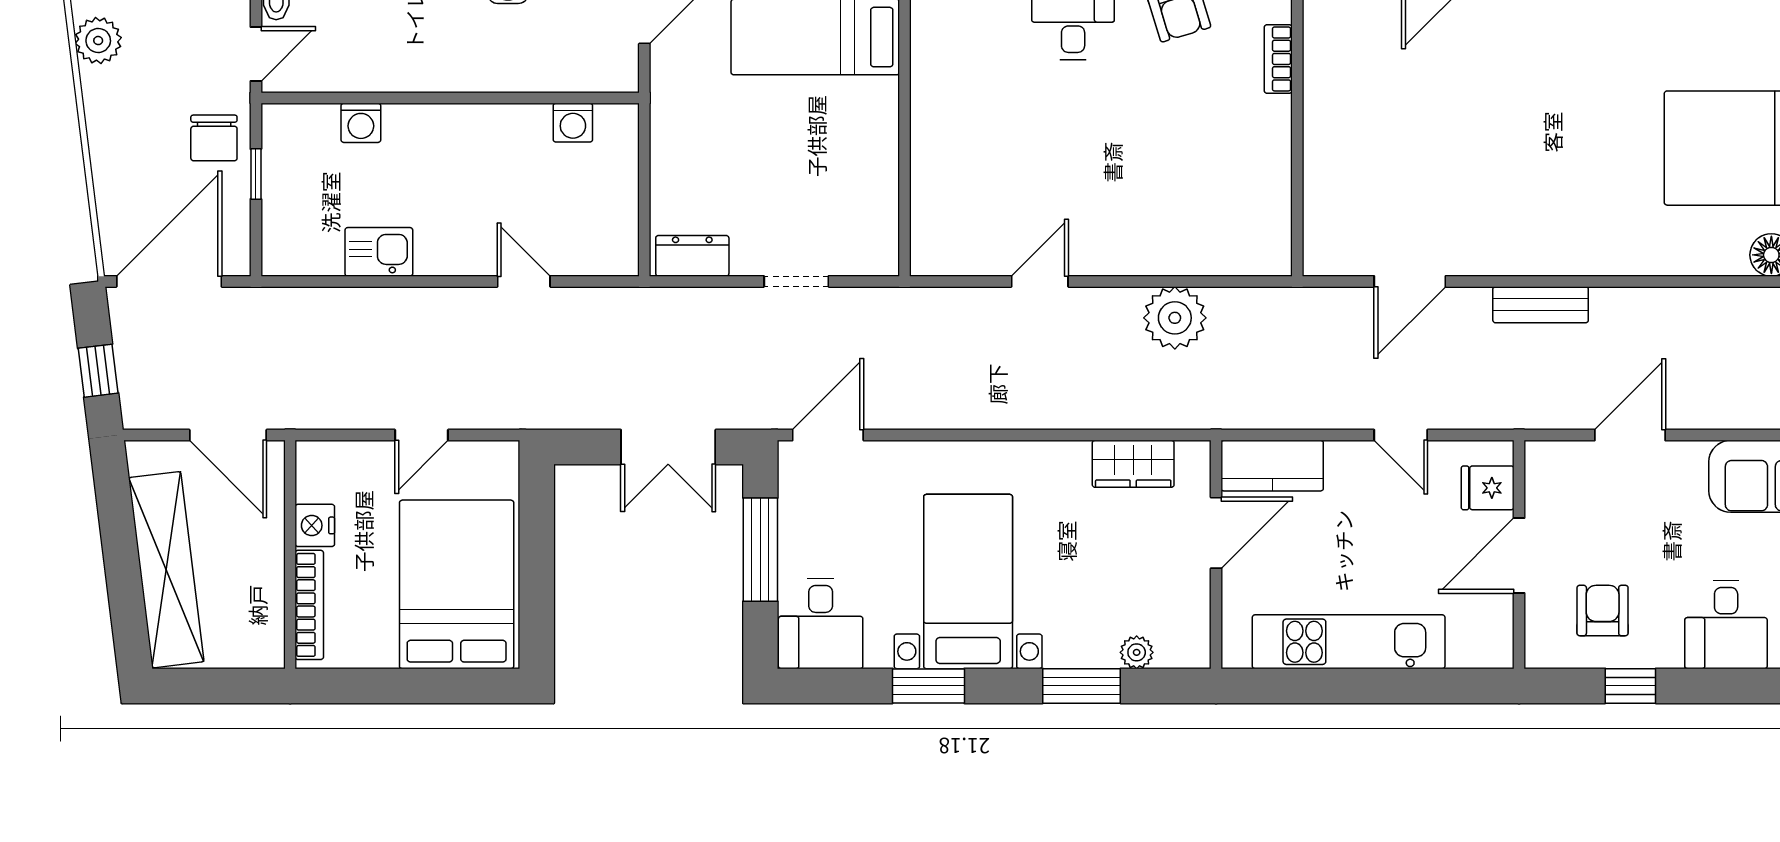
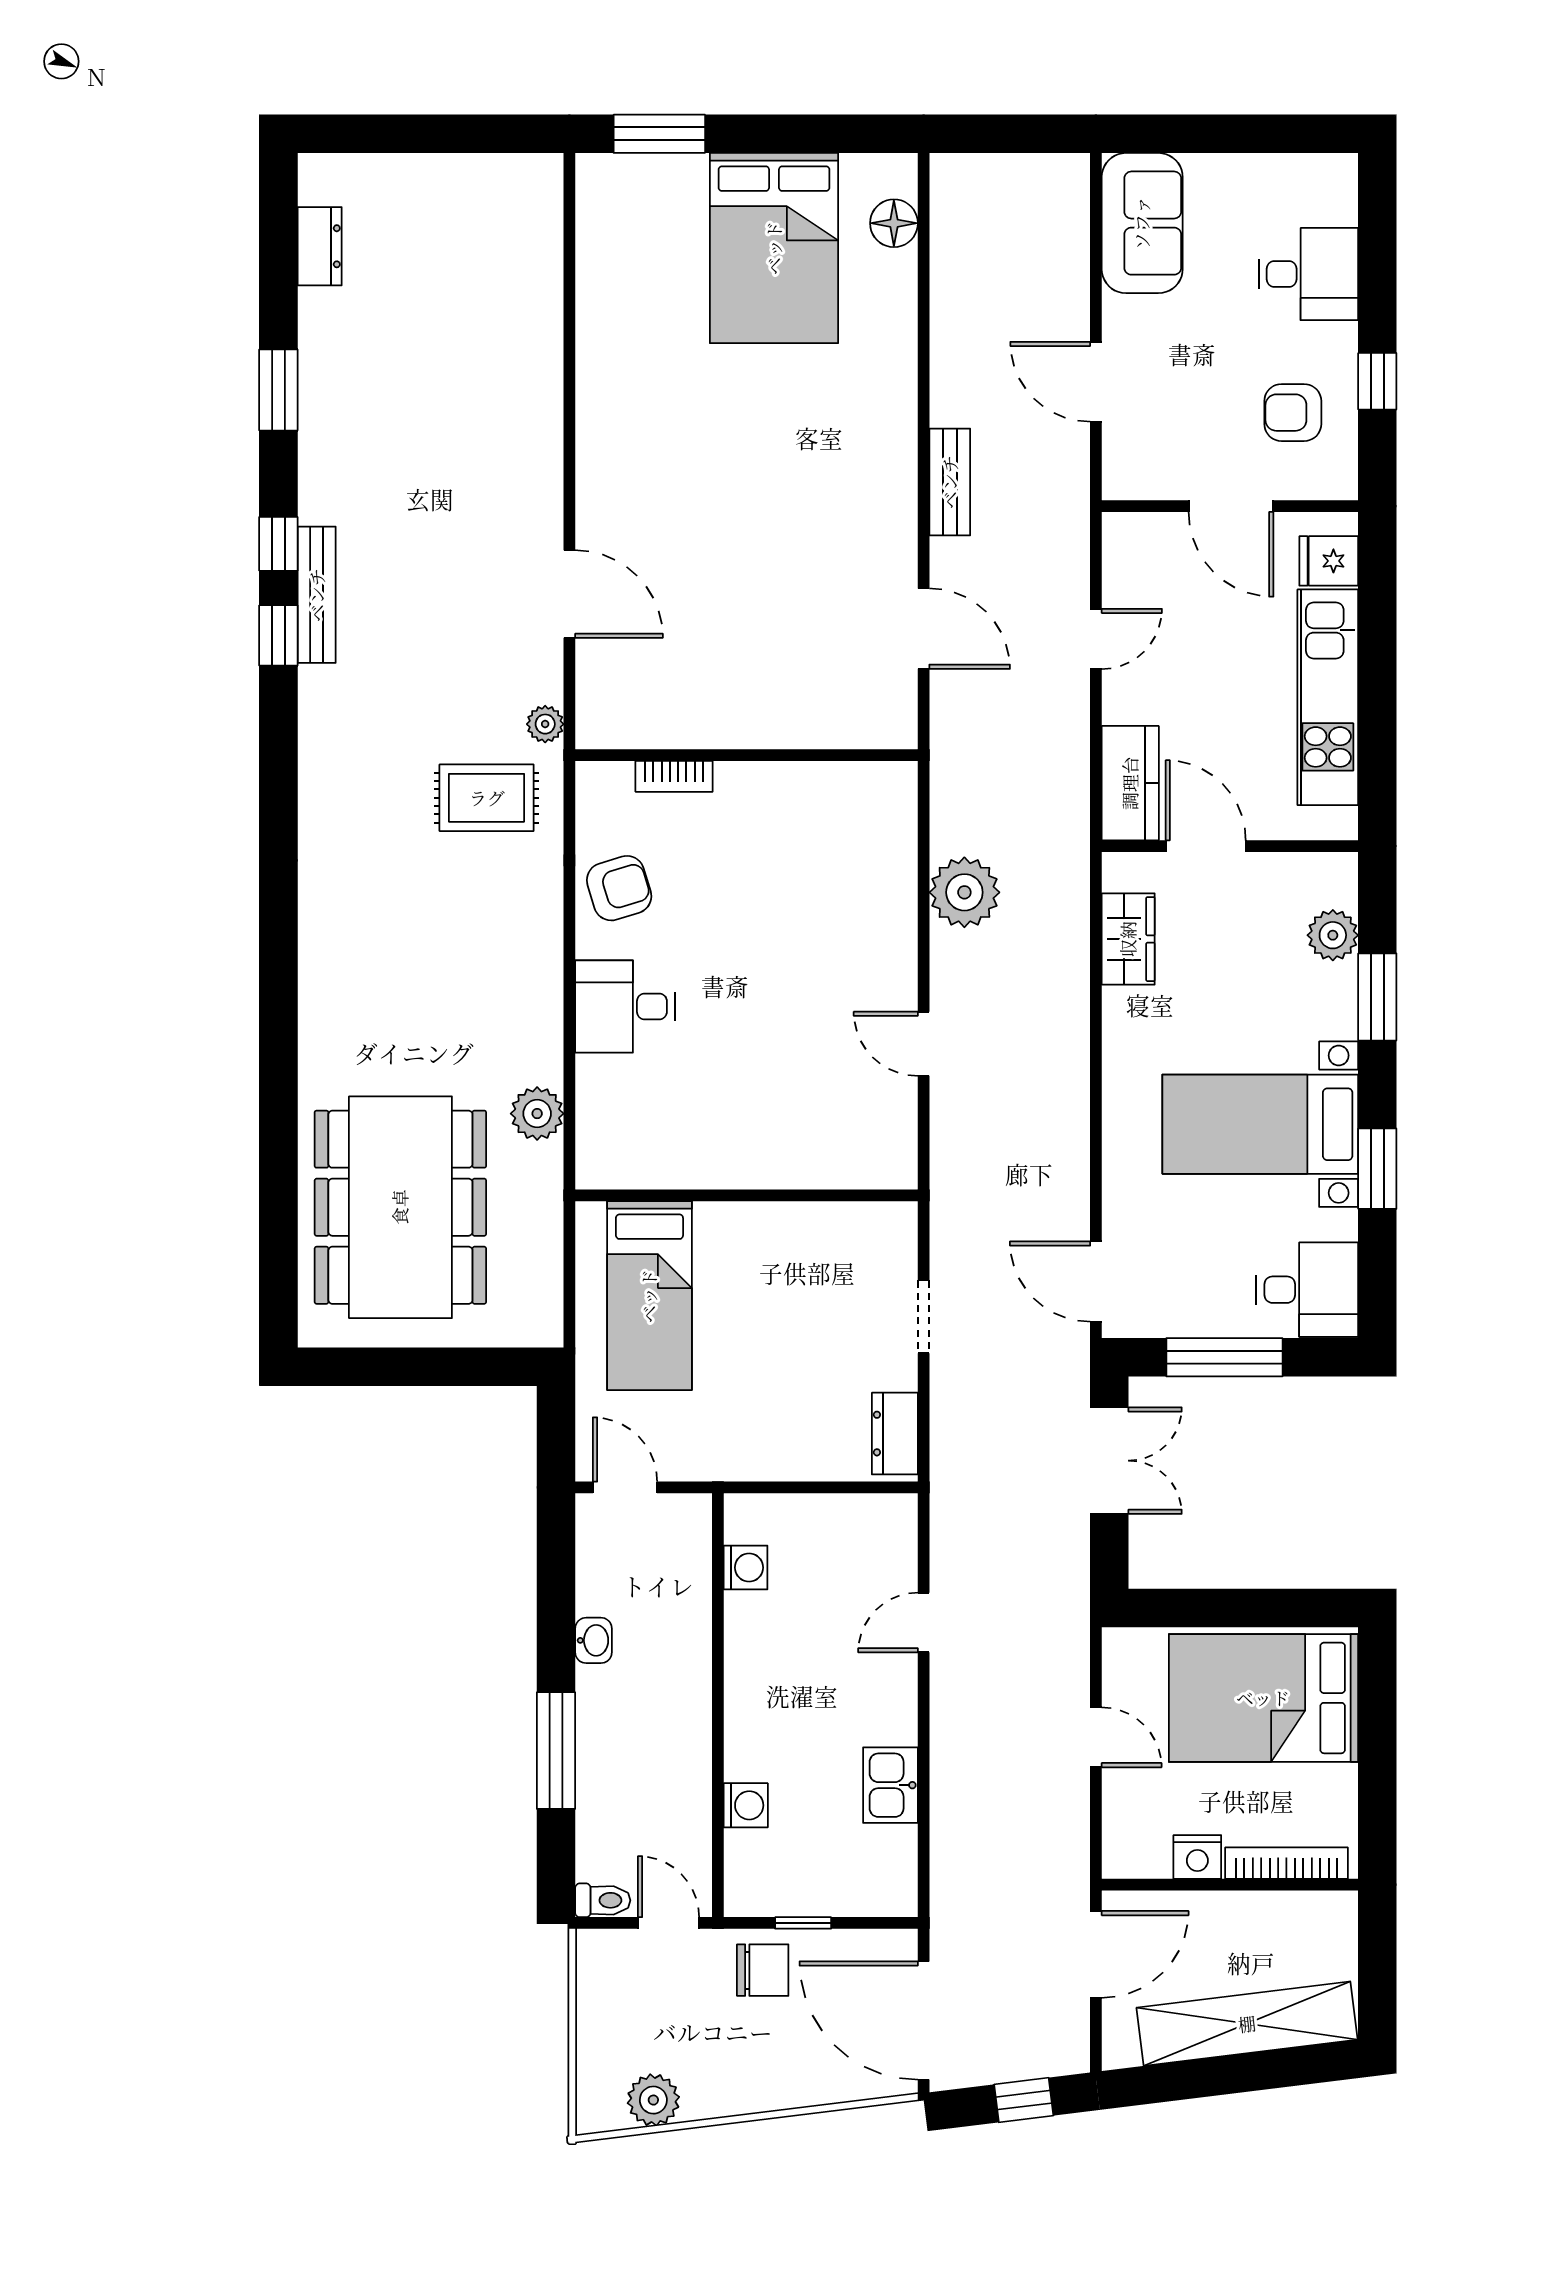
fridge: (1488, 488) -> (1329, 561), moved, turned 90
plant: (1137, 652) -> (1333, 935), width x1.38, depth x1.38

